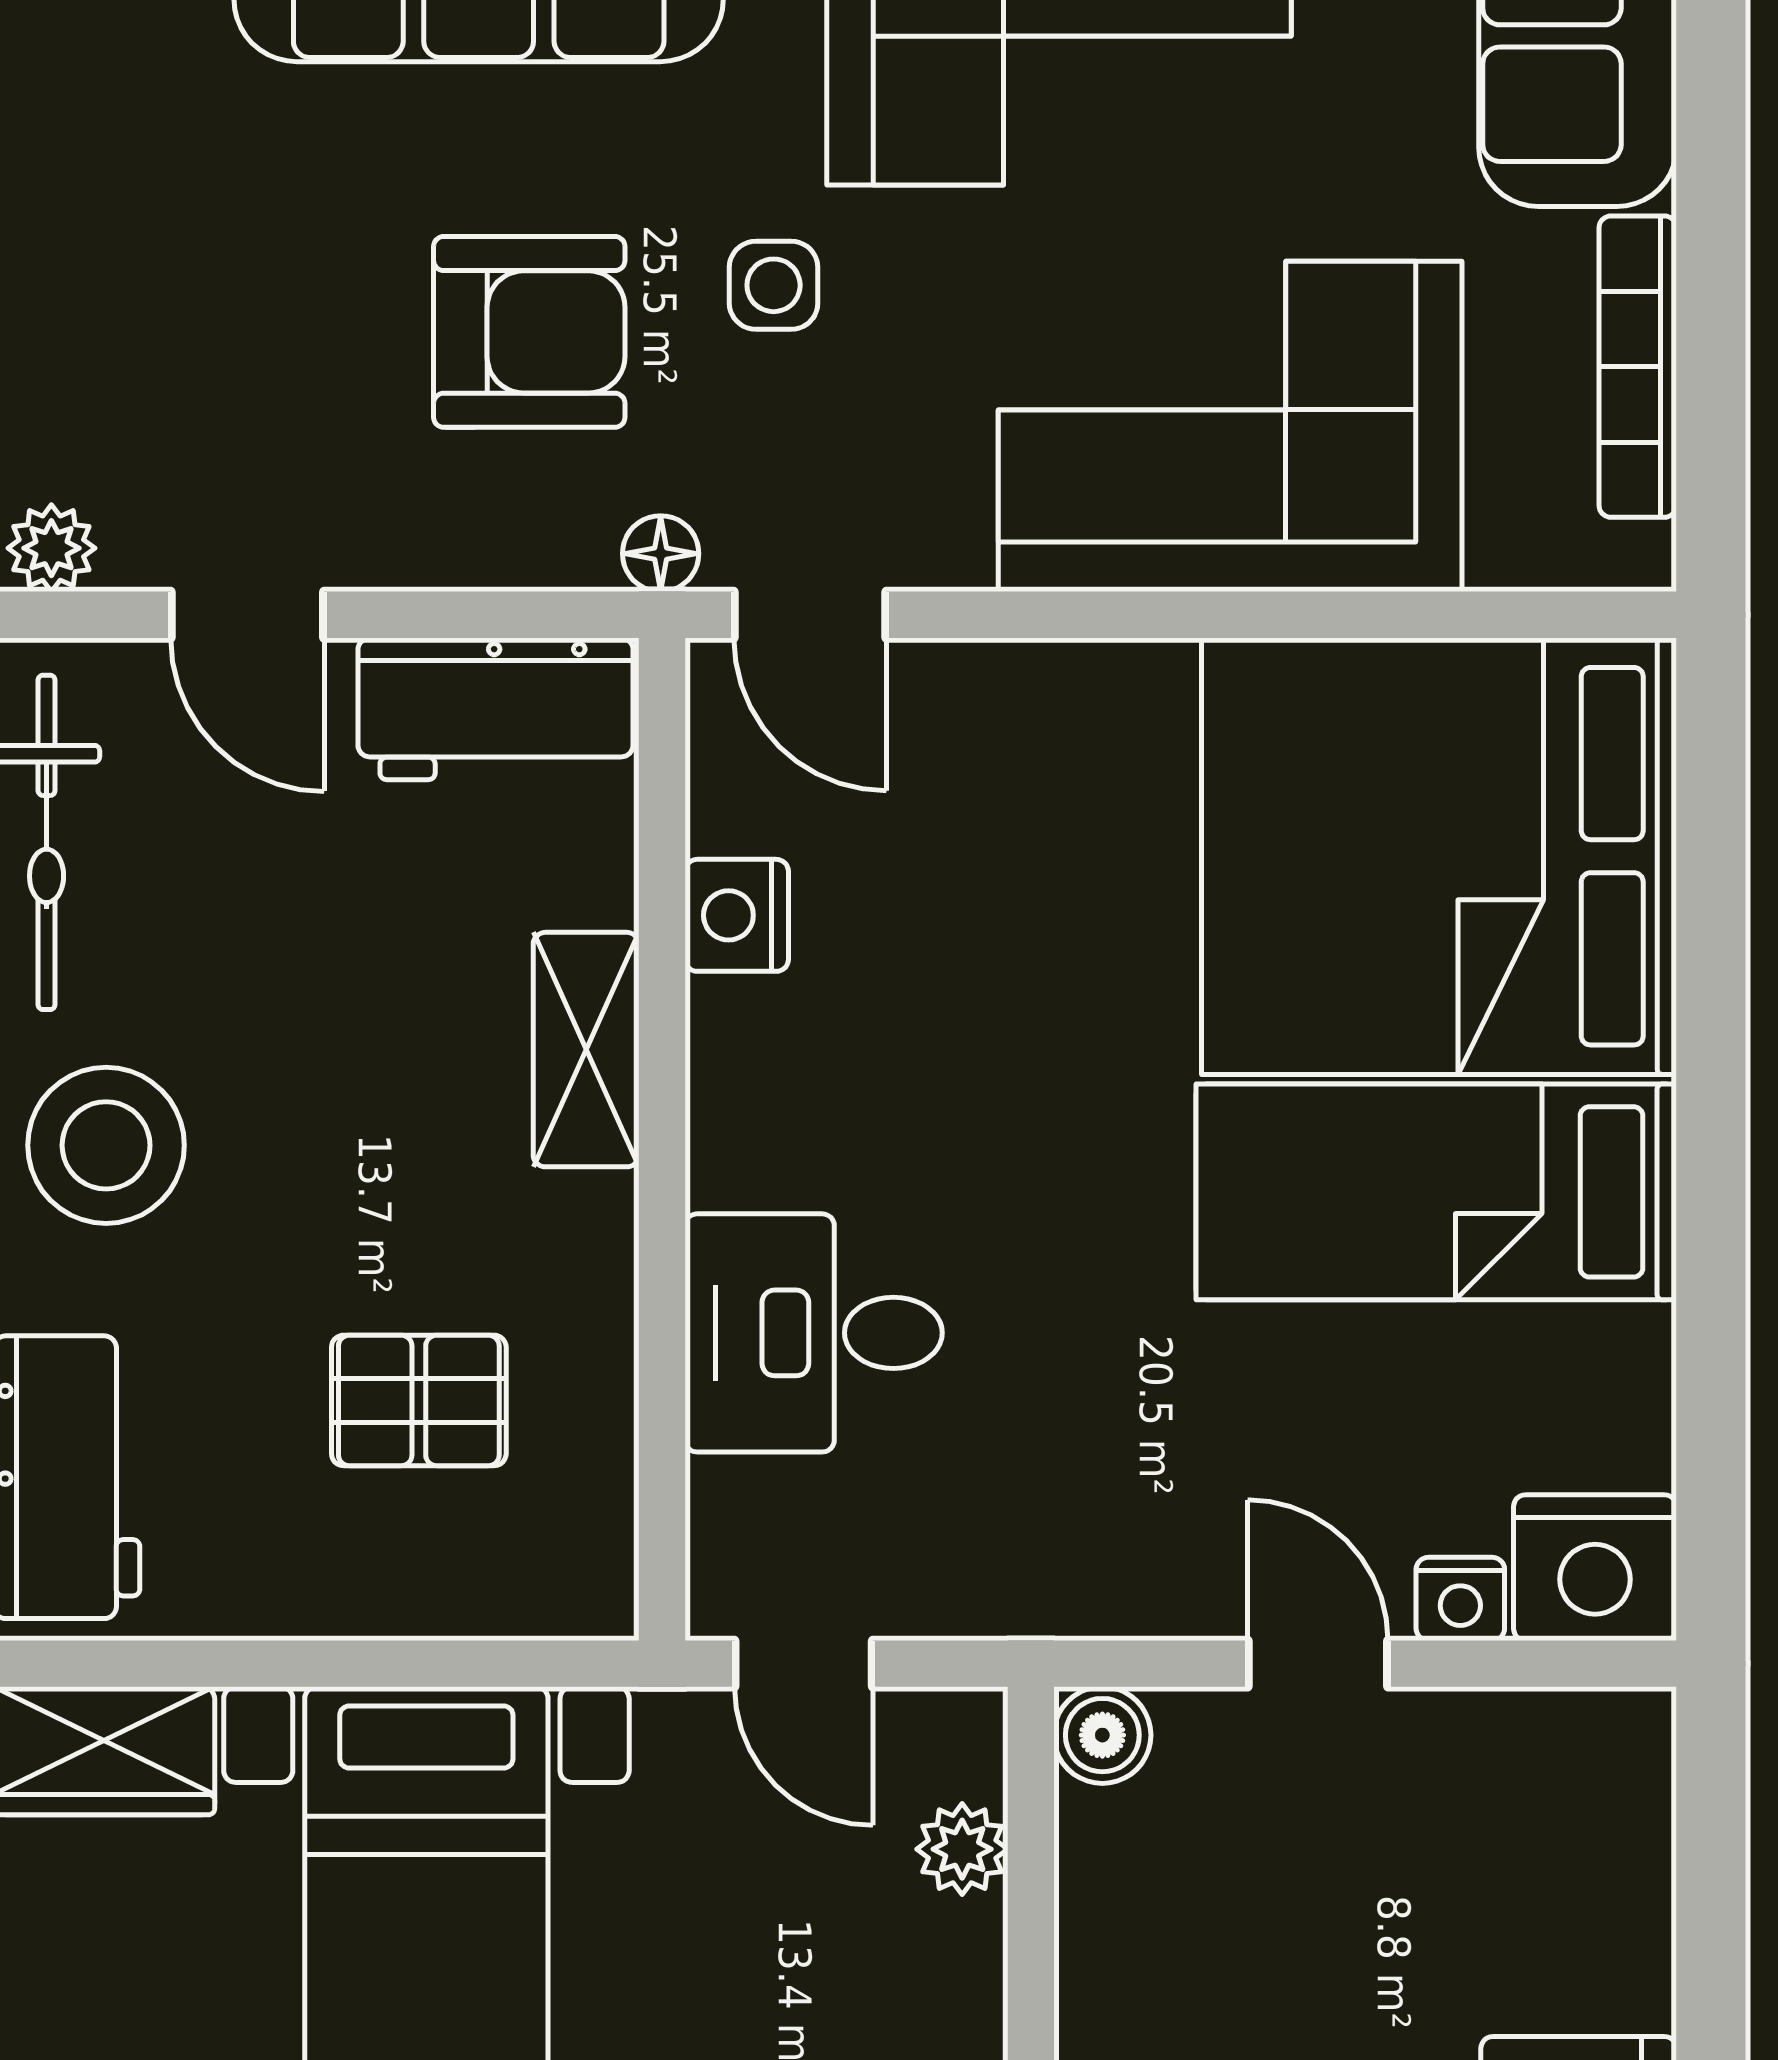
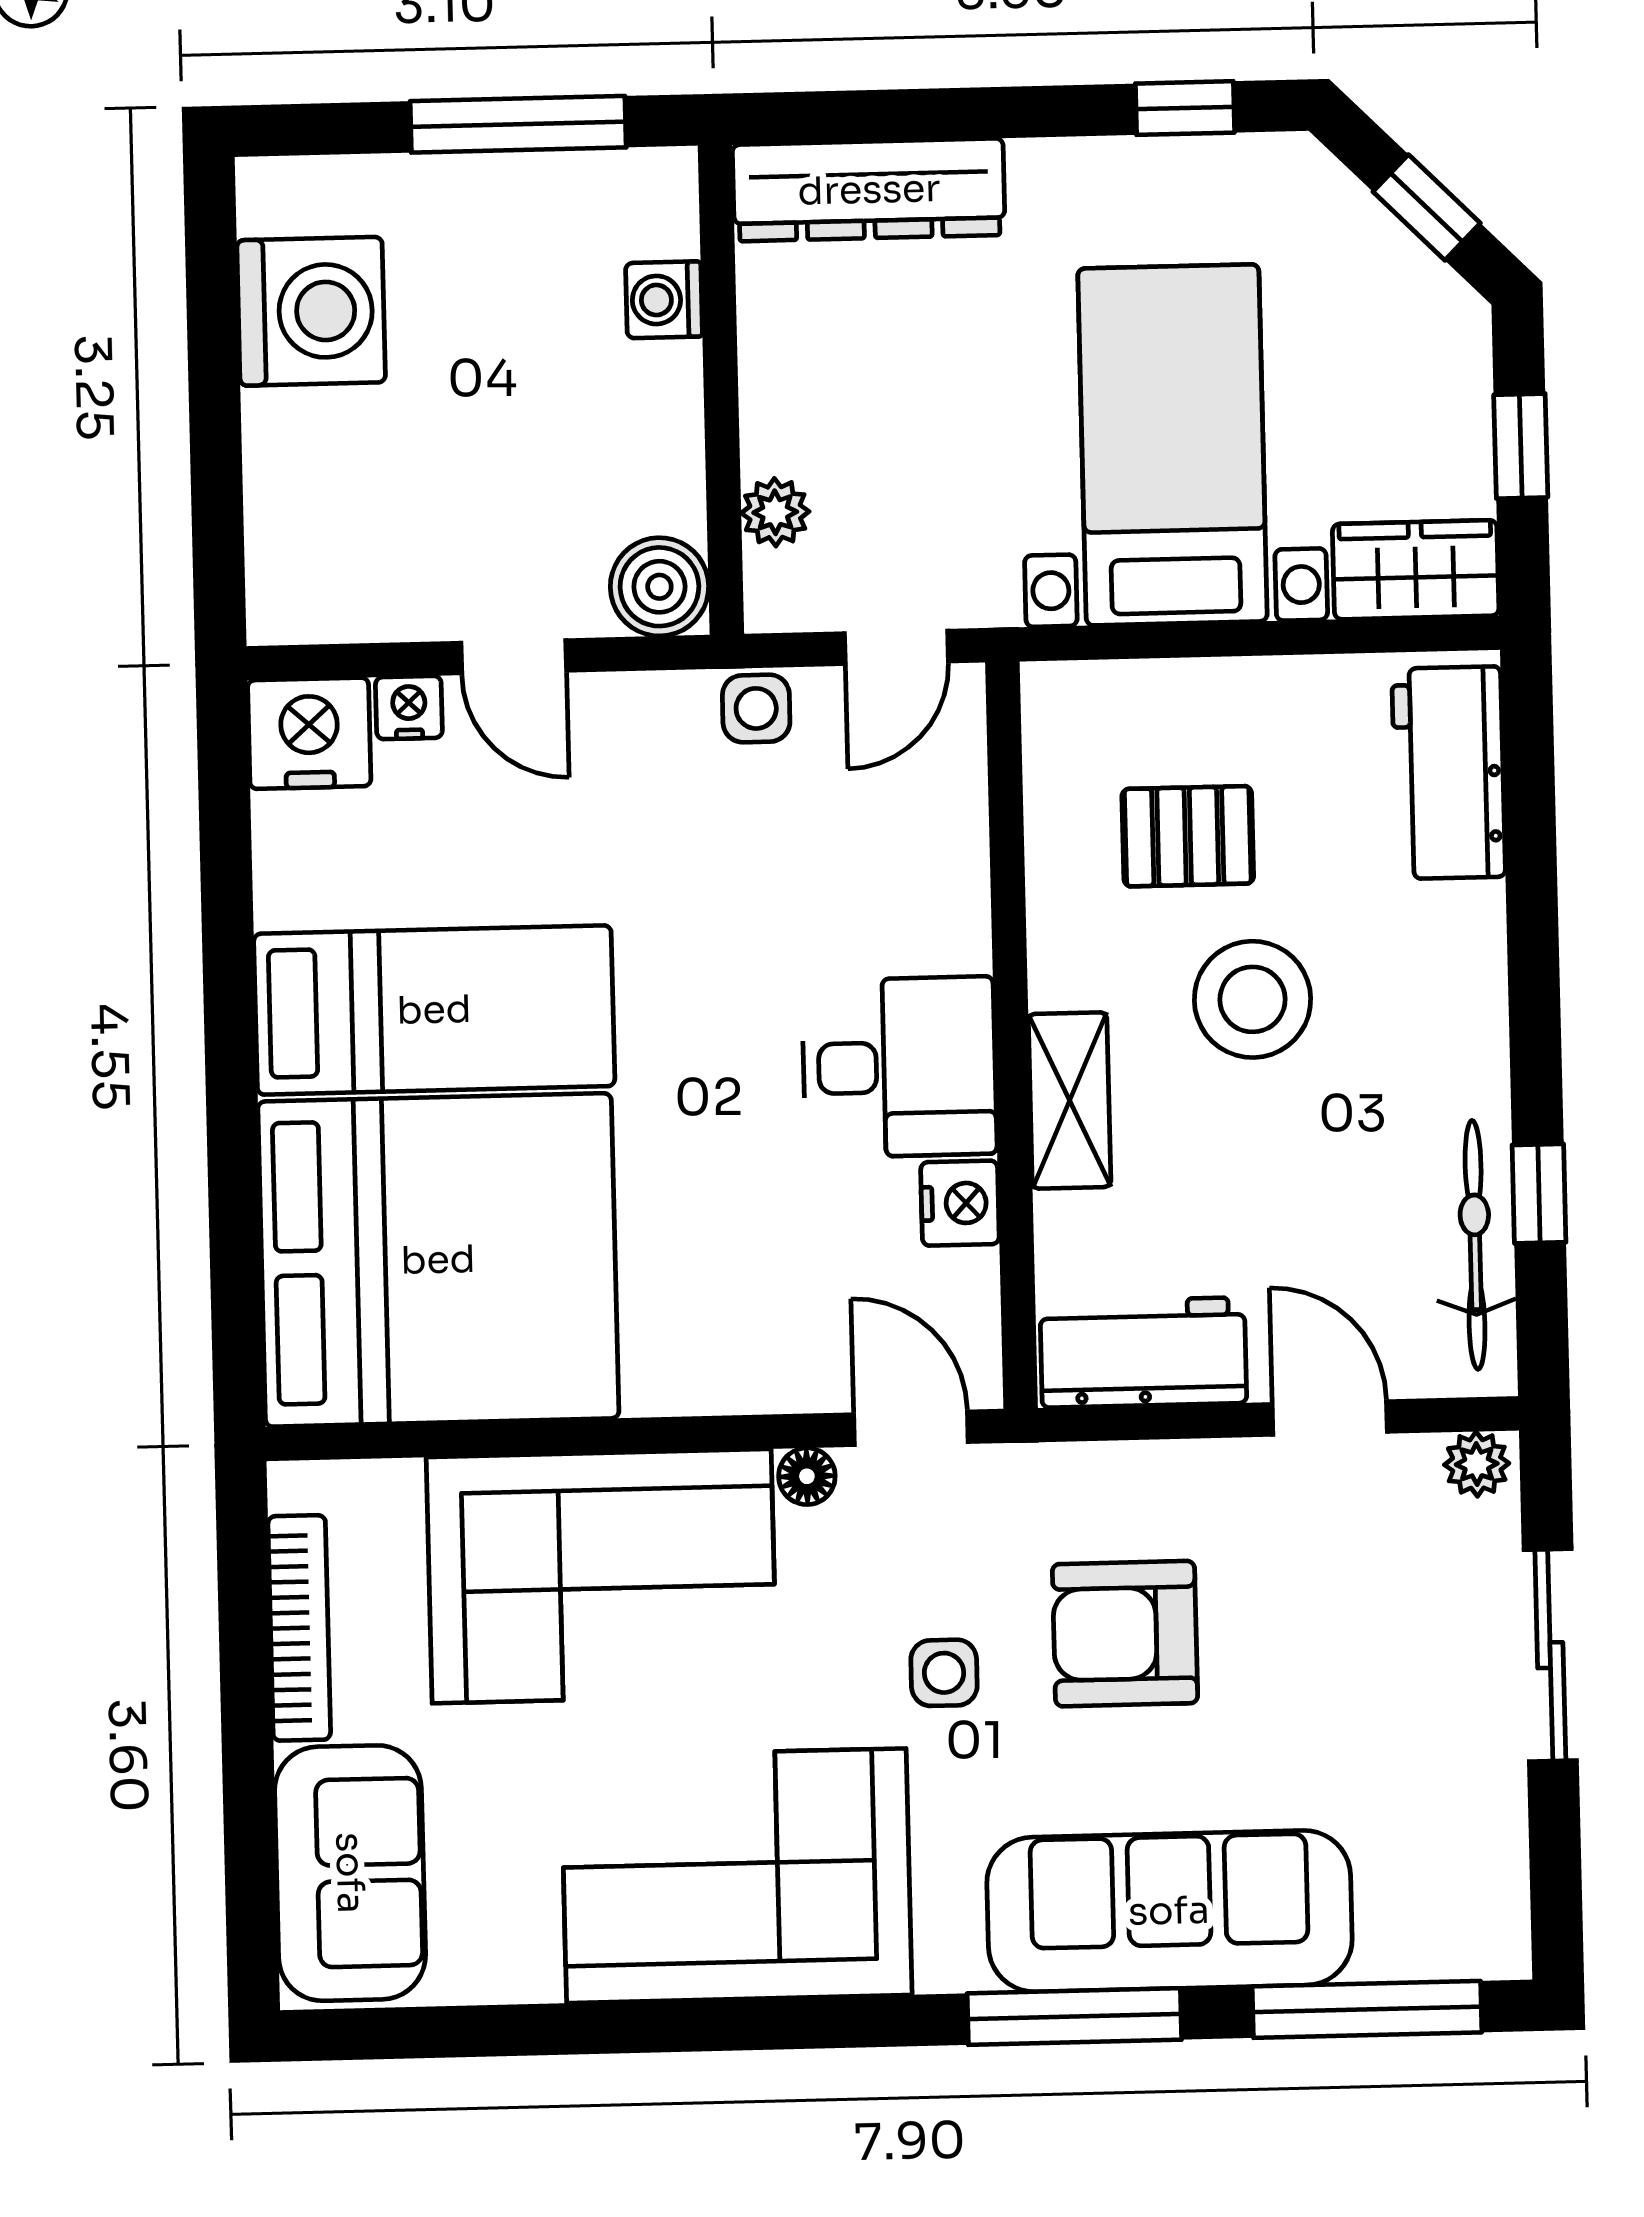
floor lamp: (661, 554) -> (807, 1476), moved
stool: (106, 1145) -> (1253, 999), moved
desk: (814, 1333) -> (899, 1067), moved
side table: (994, 1586) -> (756, 708), added
door: (804, 1664) -> (896, 647), swing flipped
boiler: (1102, 1735) -> (659, 587), width x1.36, depth x1.36

